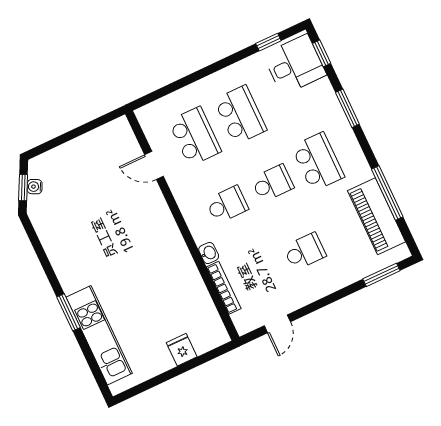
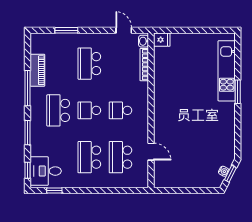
window: (387, 193) -> (28, 88), moved
piano: (376, 216) -> (37, 70), width x0.73, depth x0.75
school desk: (305, 251) -> (89, 64), width x1.85
washbasin: (209, 253) -> (144, 41), moved
window: (381, 275) -> (66, 30), moved
door: (277, 324) -> (124, 30), hinge flipped
fridge: (182, 350) -> (162, 40), moved, turned -90

